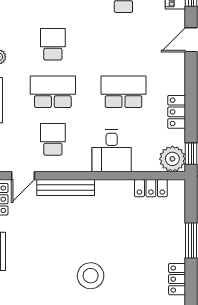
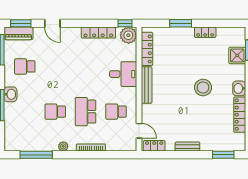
school desk: (123, 92) -> (86, 66), removed
locker: (177, 112) -> (98, 33), width x1.53
bench: (66, 187) -> (147, 85), moved
locker: (151, 188) -> (147, 49), width x1.53

